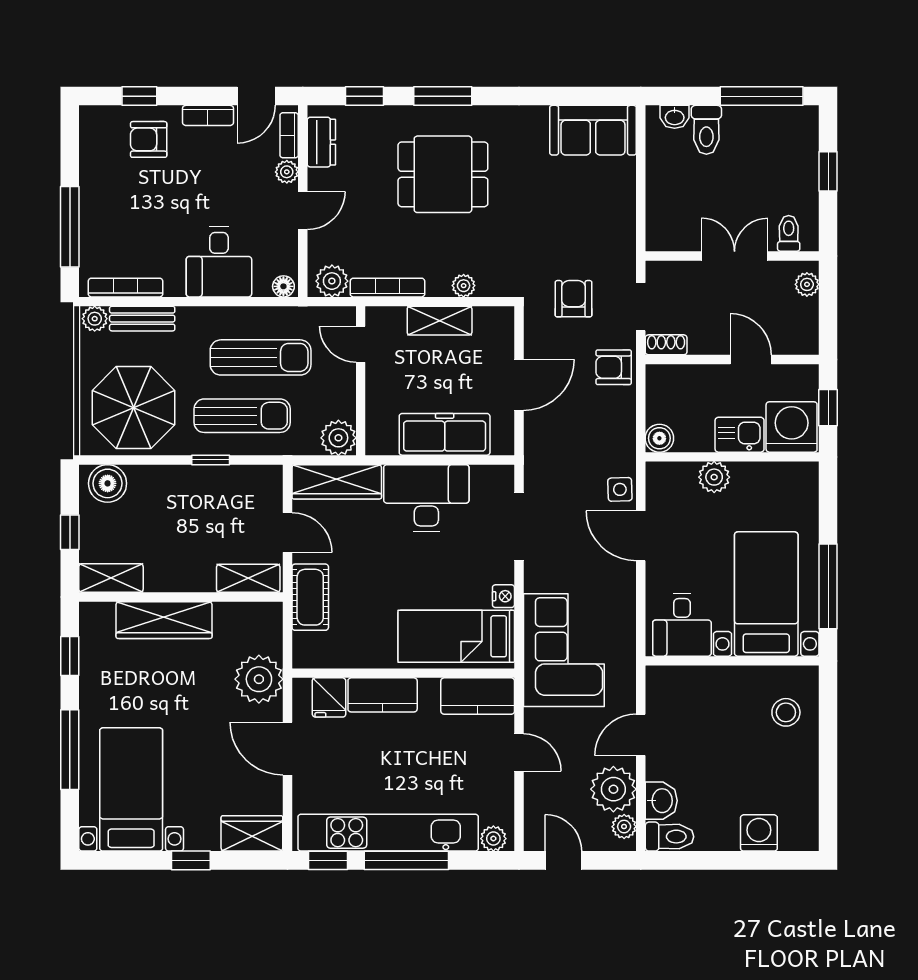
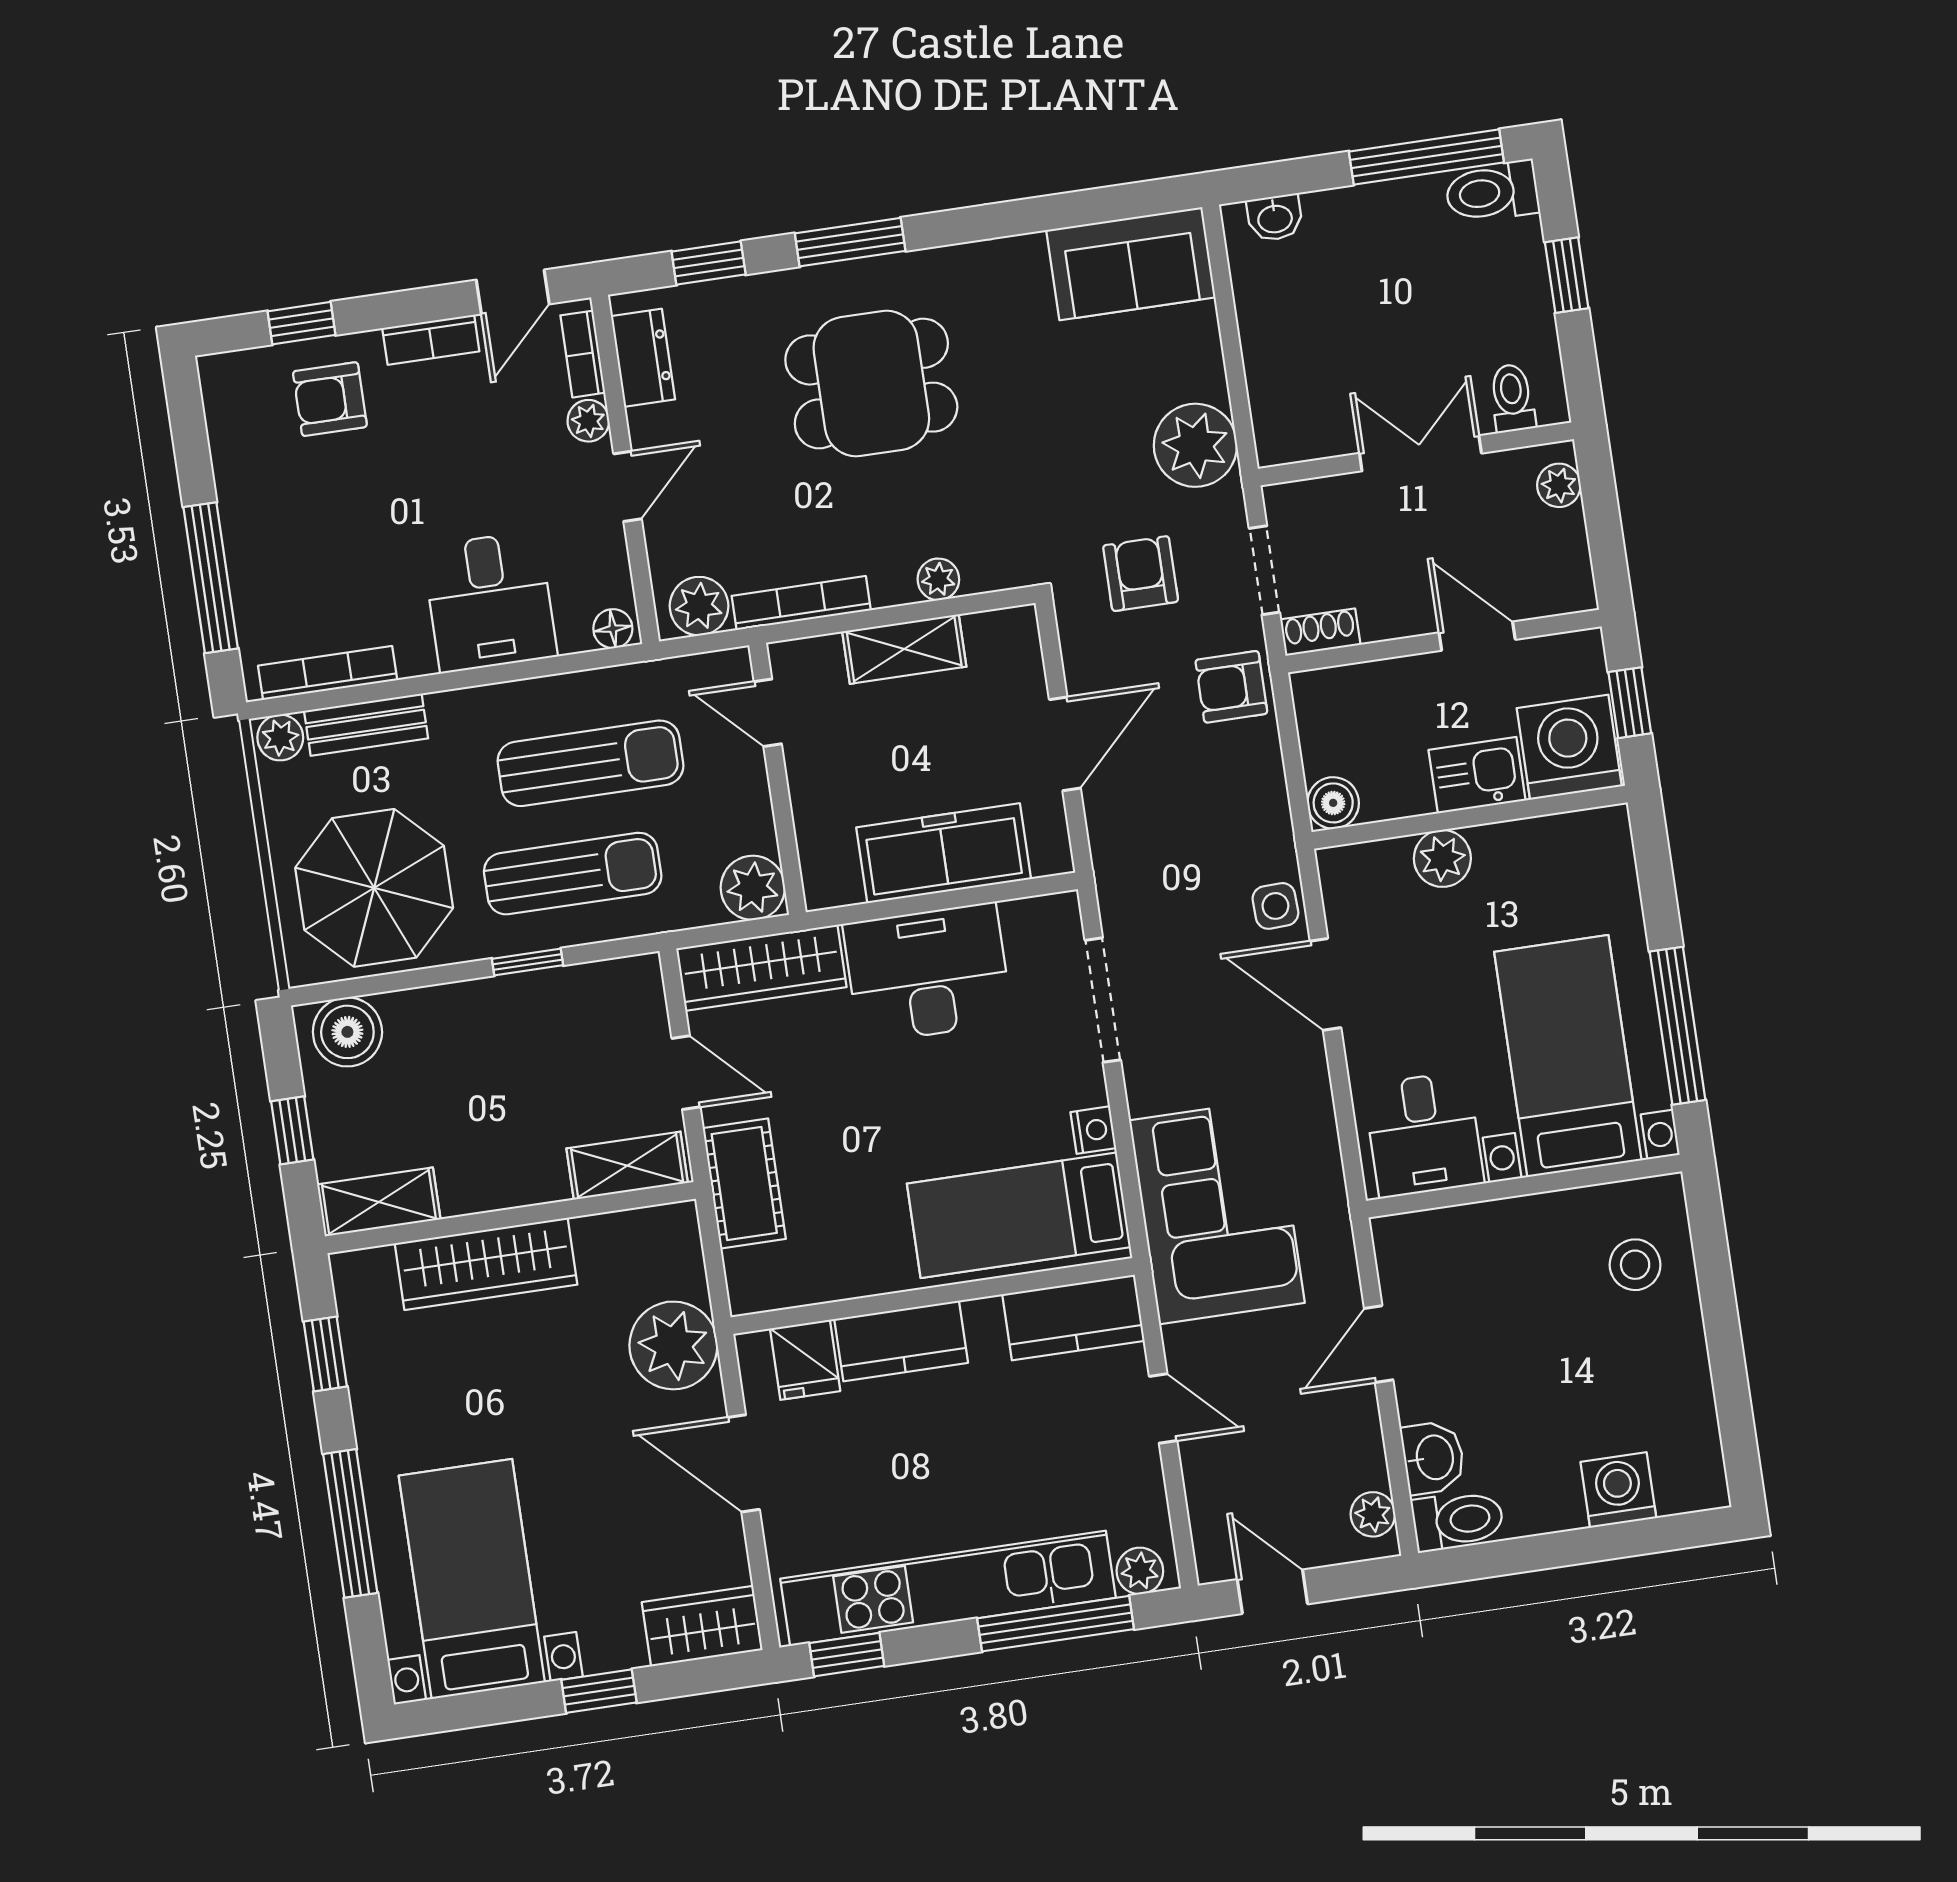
toilet: (706, 130) -> (1492, 192), moved, turned 90
plant: (613, 789) -> (1195, 445), moved
window: (406, 860) -> (1056, 1624), moved

